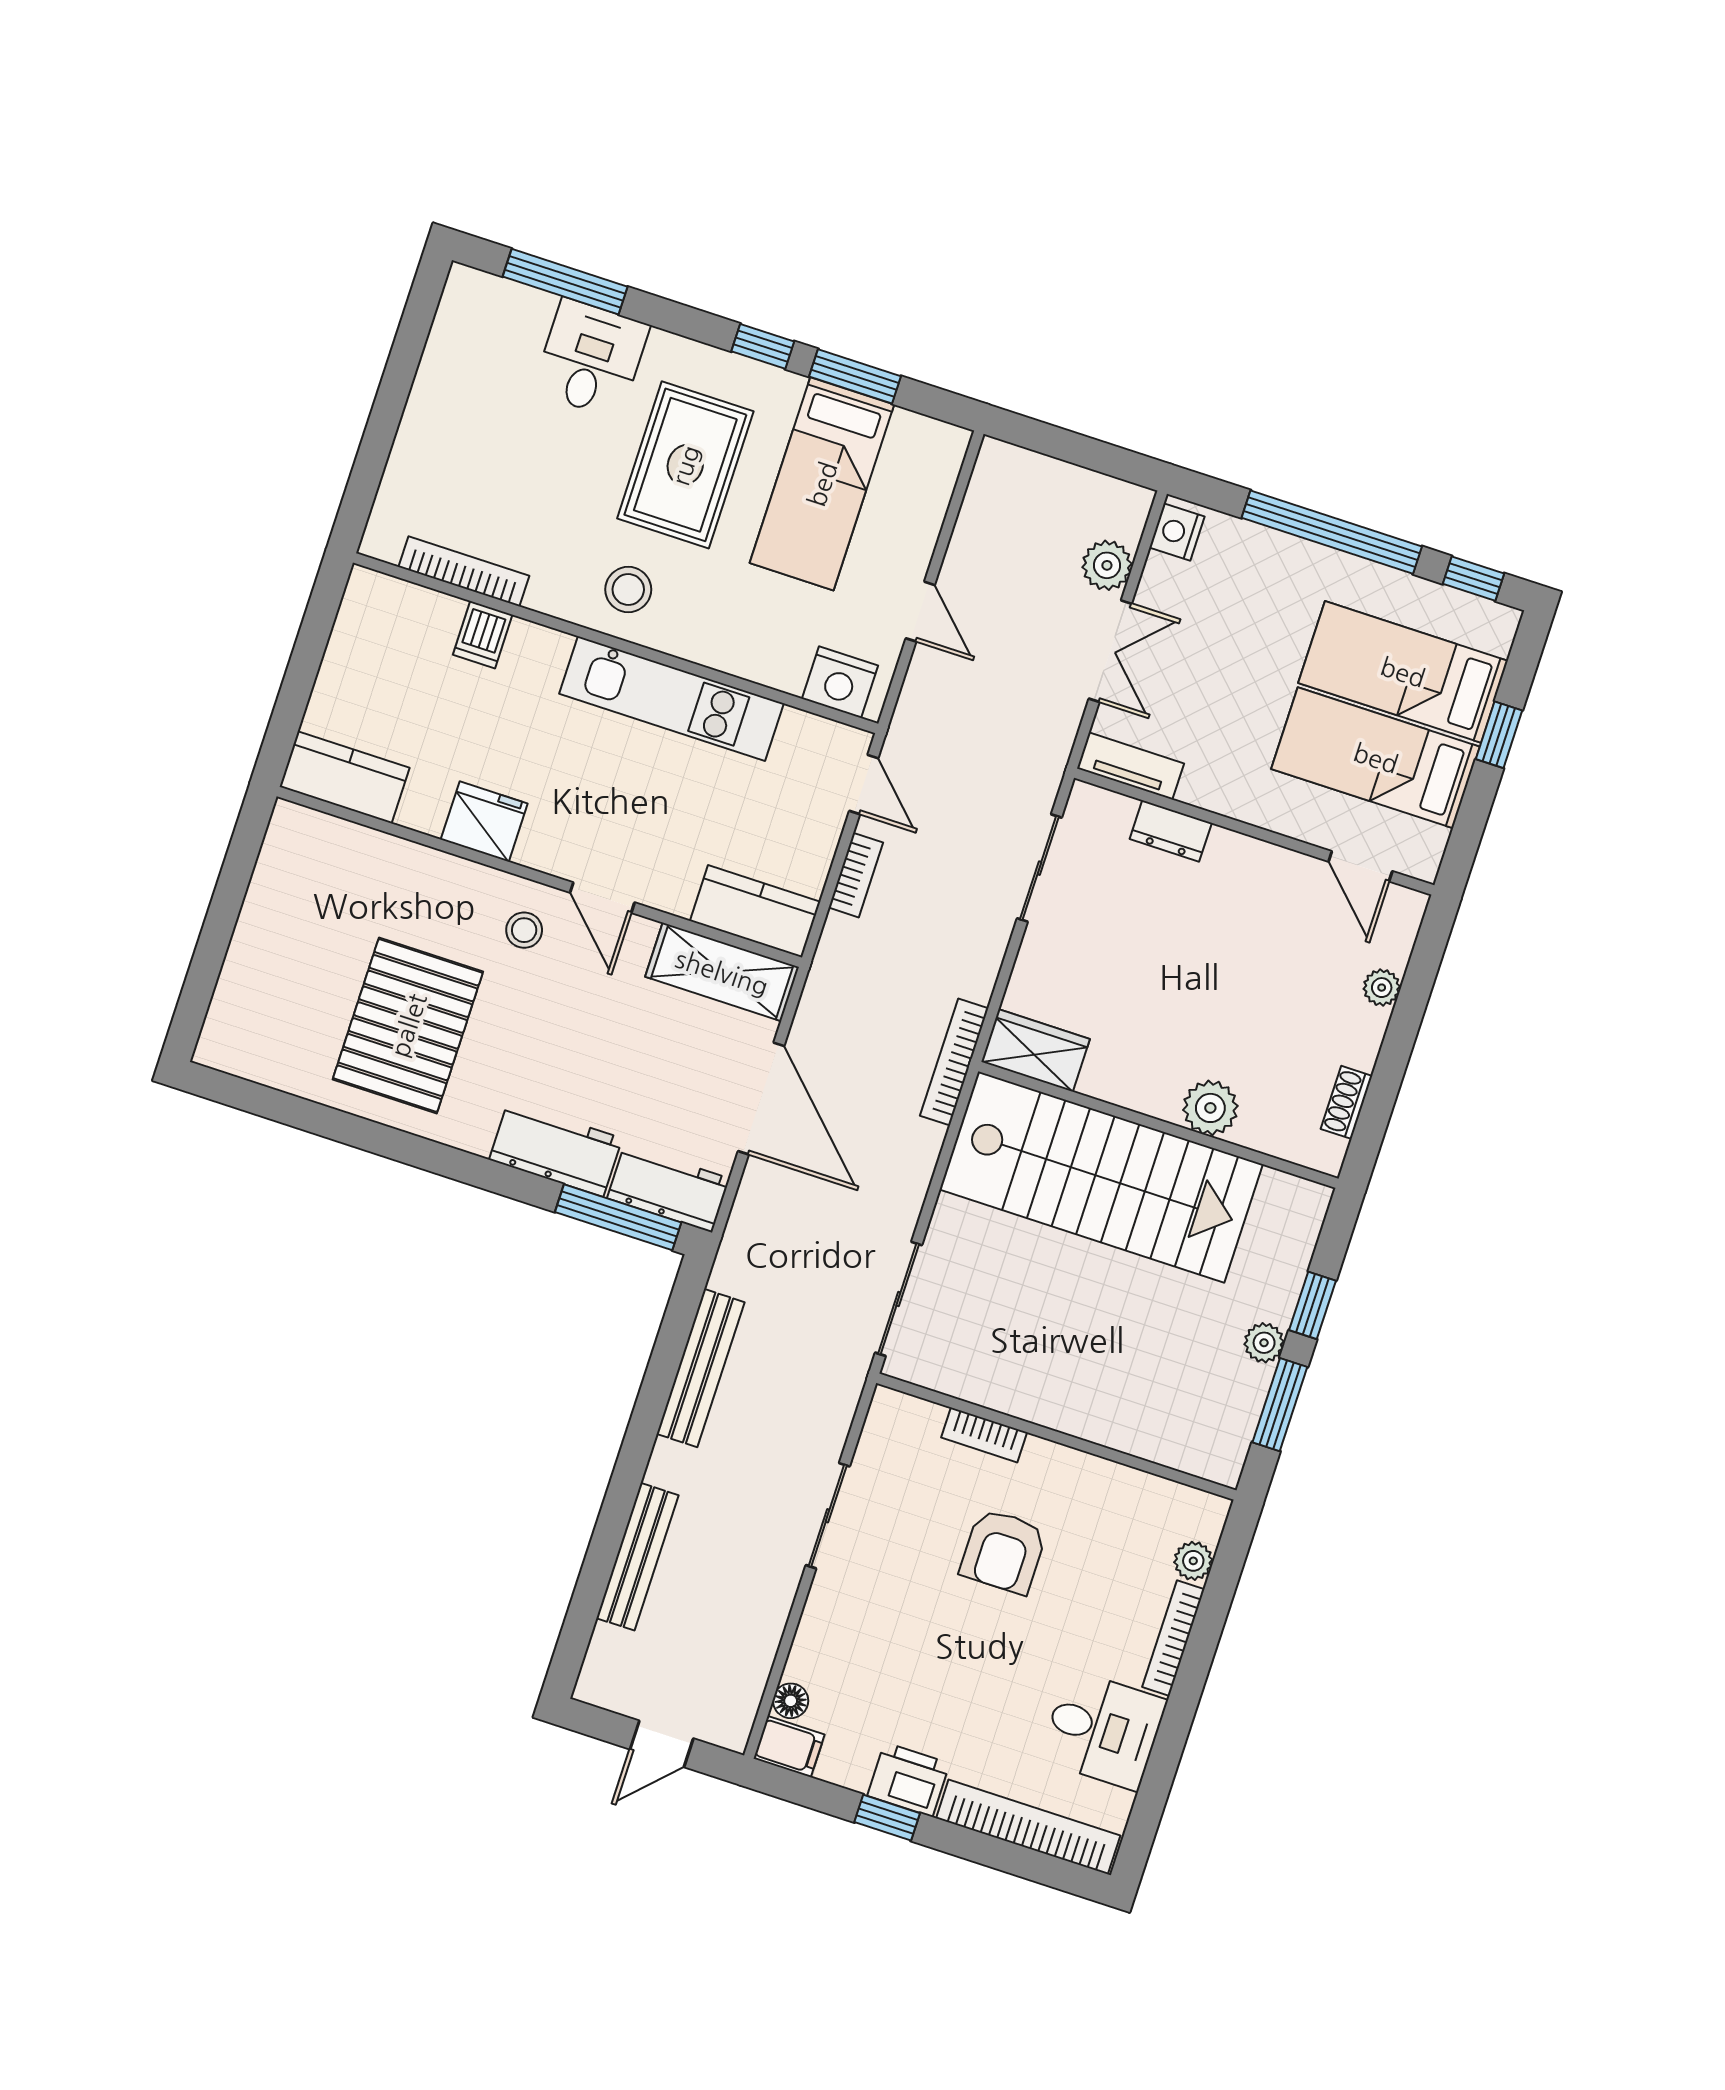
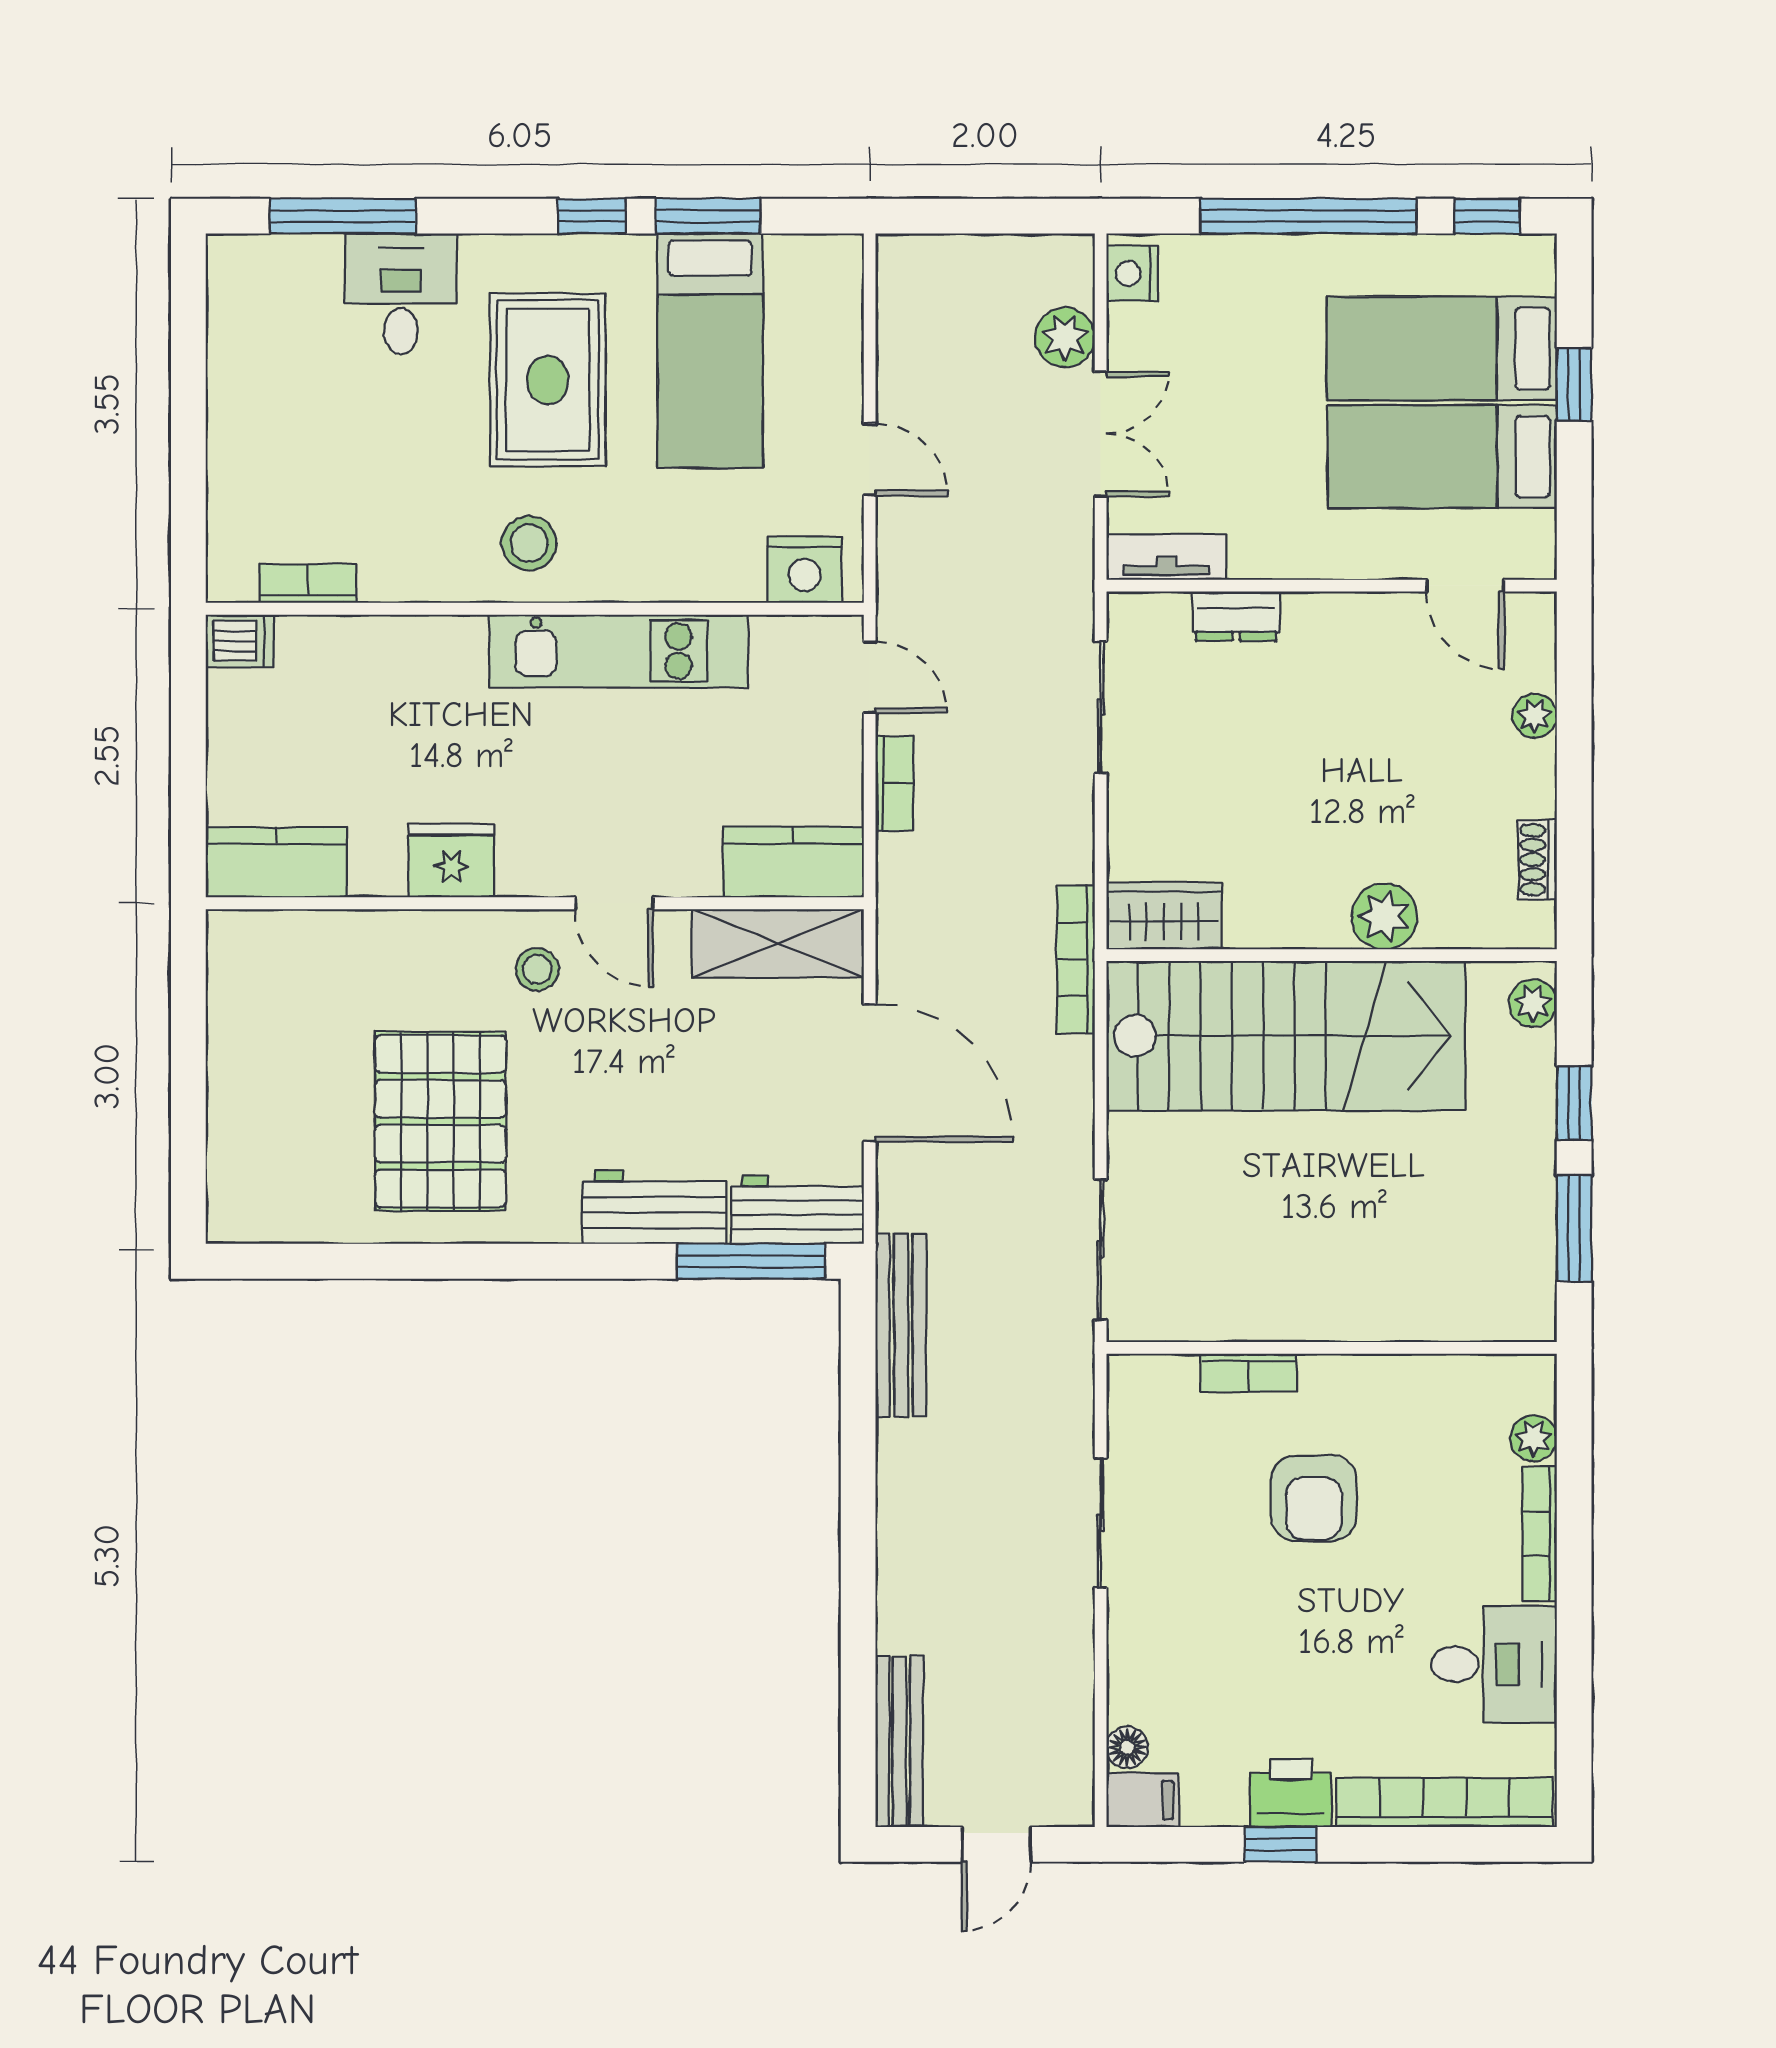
bookcase: (464, 571) -> (308, 584), width x0.64
dishwasher: (483, 635) -> (240, 641), moved, turned -90
plant: (1264, 1343) -> (1533, 1003), moved
bench: (701, 1368) -> (901, 1325), moved
bench: (637, 1557) -> (899, 1742), moved

